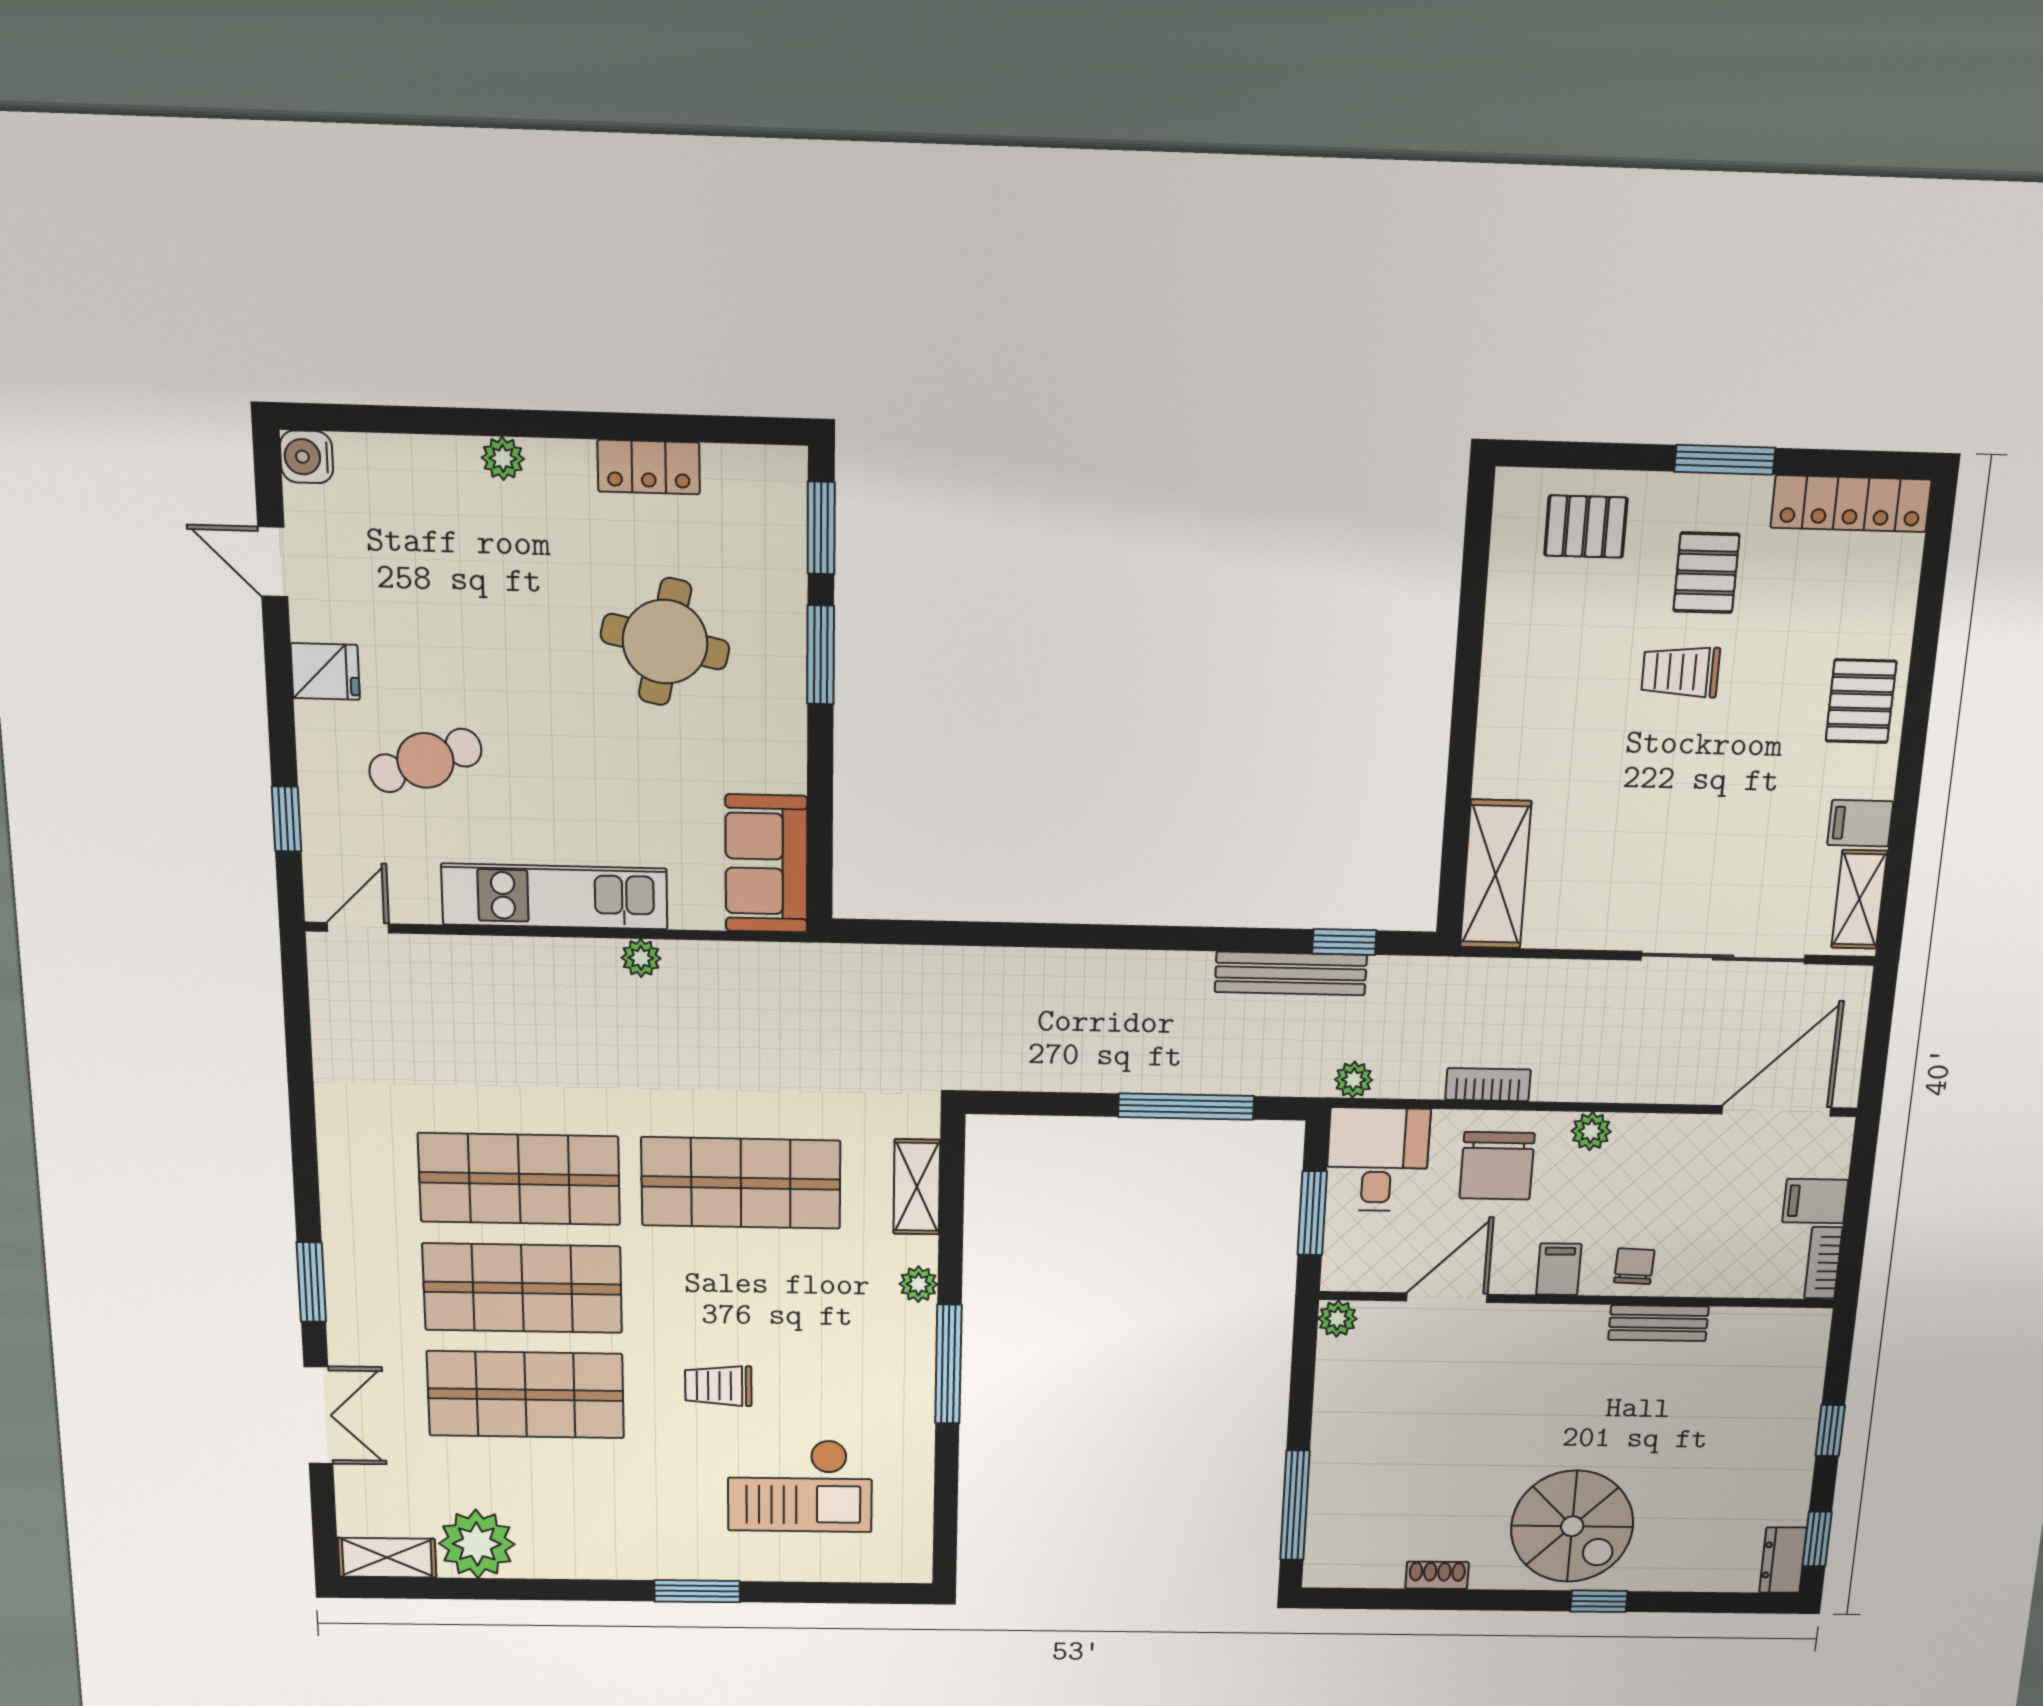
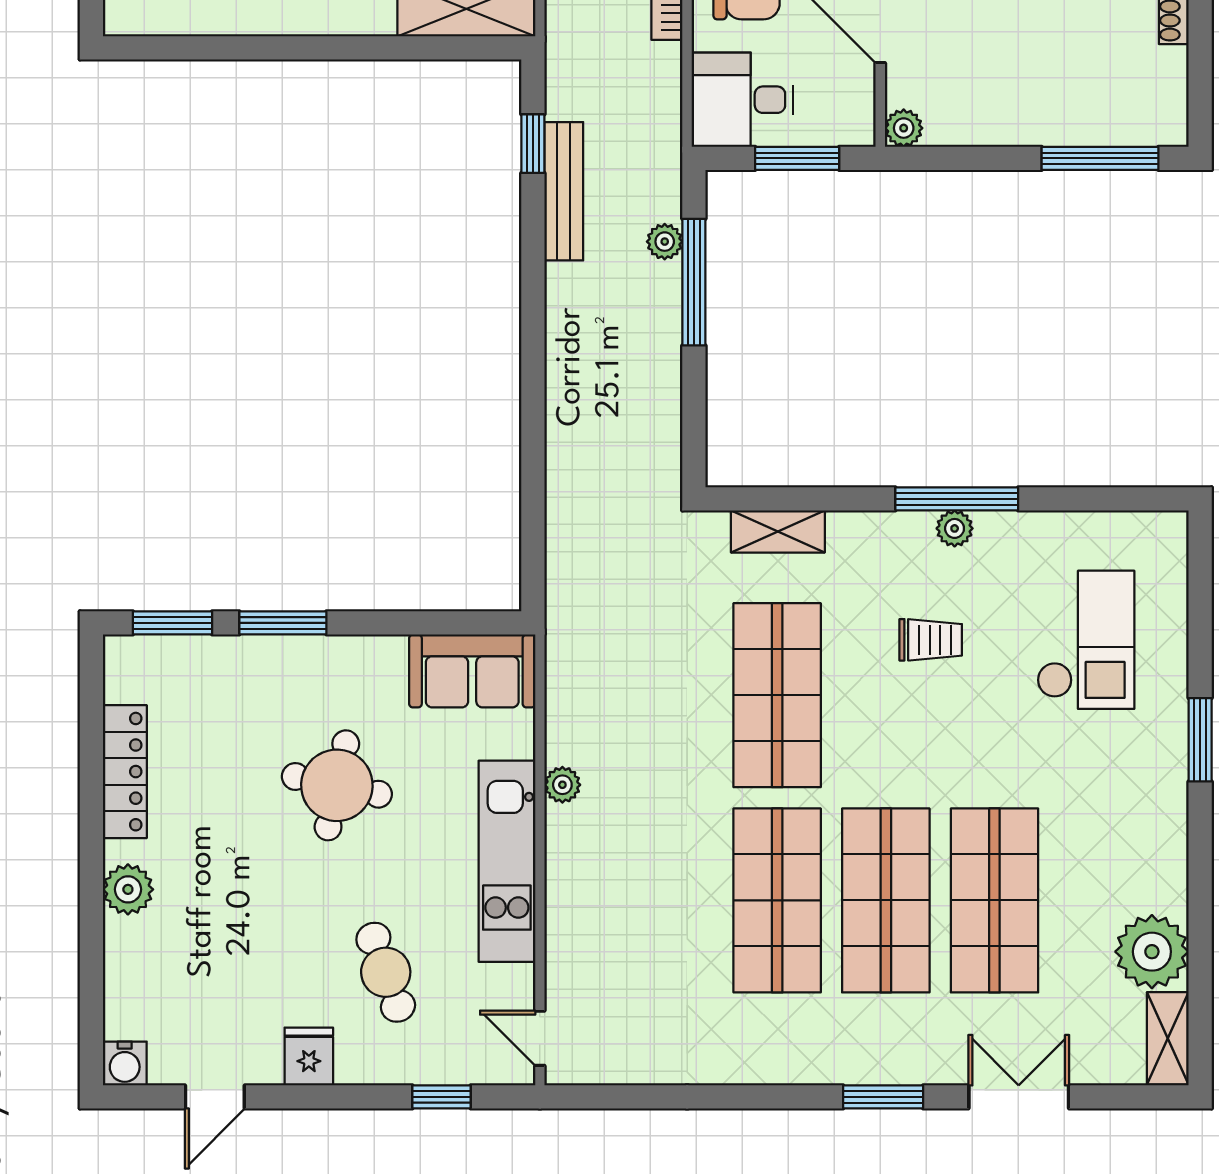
plant: (503, 458) -> (128, 889), width x1.38, depth x1.38
locker: (649, 467) -> (125, 772), width x1.53
round table: (665, 642) -> (337, 785), moved
plant: (1354, 1080) -> (665, 242), moved
plant: (918, 1284) -> (955, 528), moved
trolley: (718, 1386) -> (931, 640), moved, turned -90

